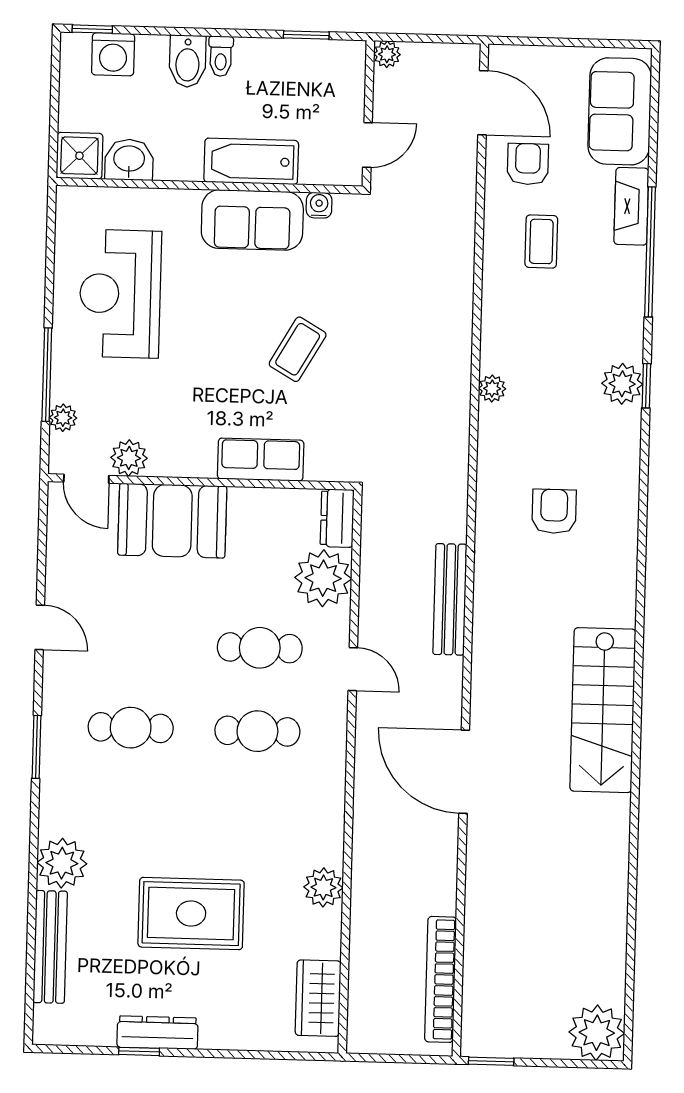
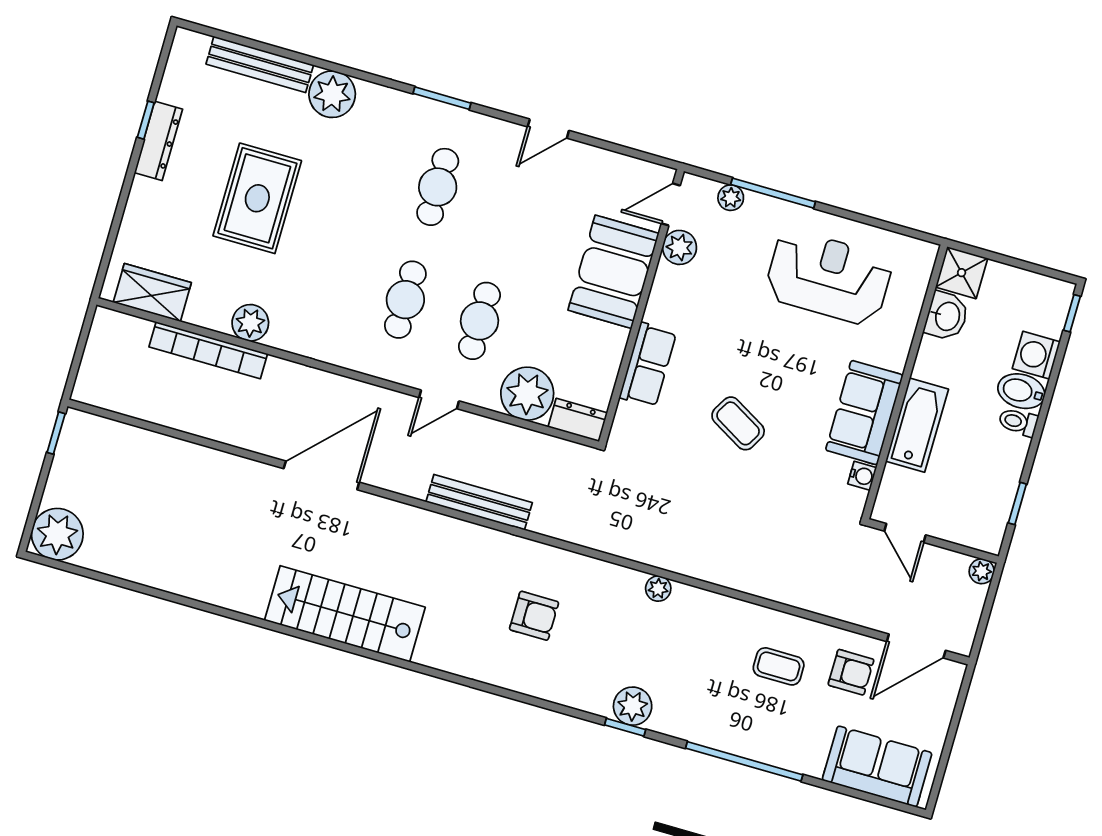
washing machine: (113, 54) -> (1036, 355), moved
fireplace: (631, 206) -> (789, 755), removed
bookcase: (441, 979) -> (208, 350), moved, turned 180

